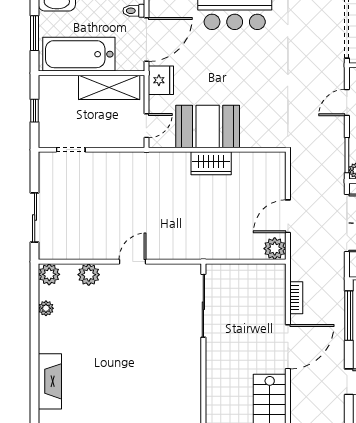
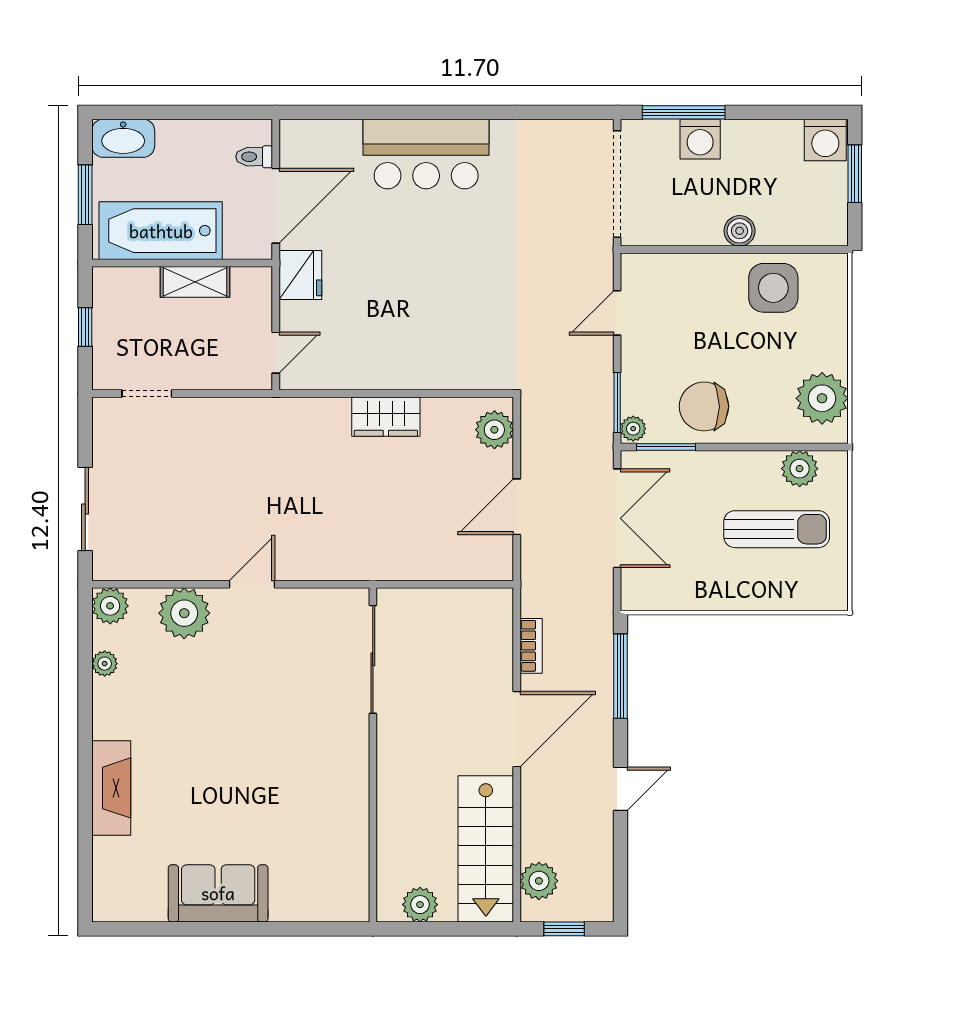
shelving: (109, 87) -> (195, 282), width x0.67, depth x0.75
booth: (208, 126) -> (380, 354), removed
plant: (275, 249) -> (494, 430), moved
plant: (89, 275) -> (184, 613), width x1.36, depth x1.36

